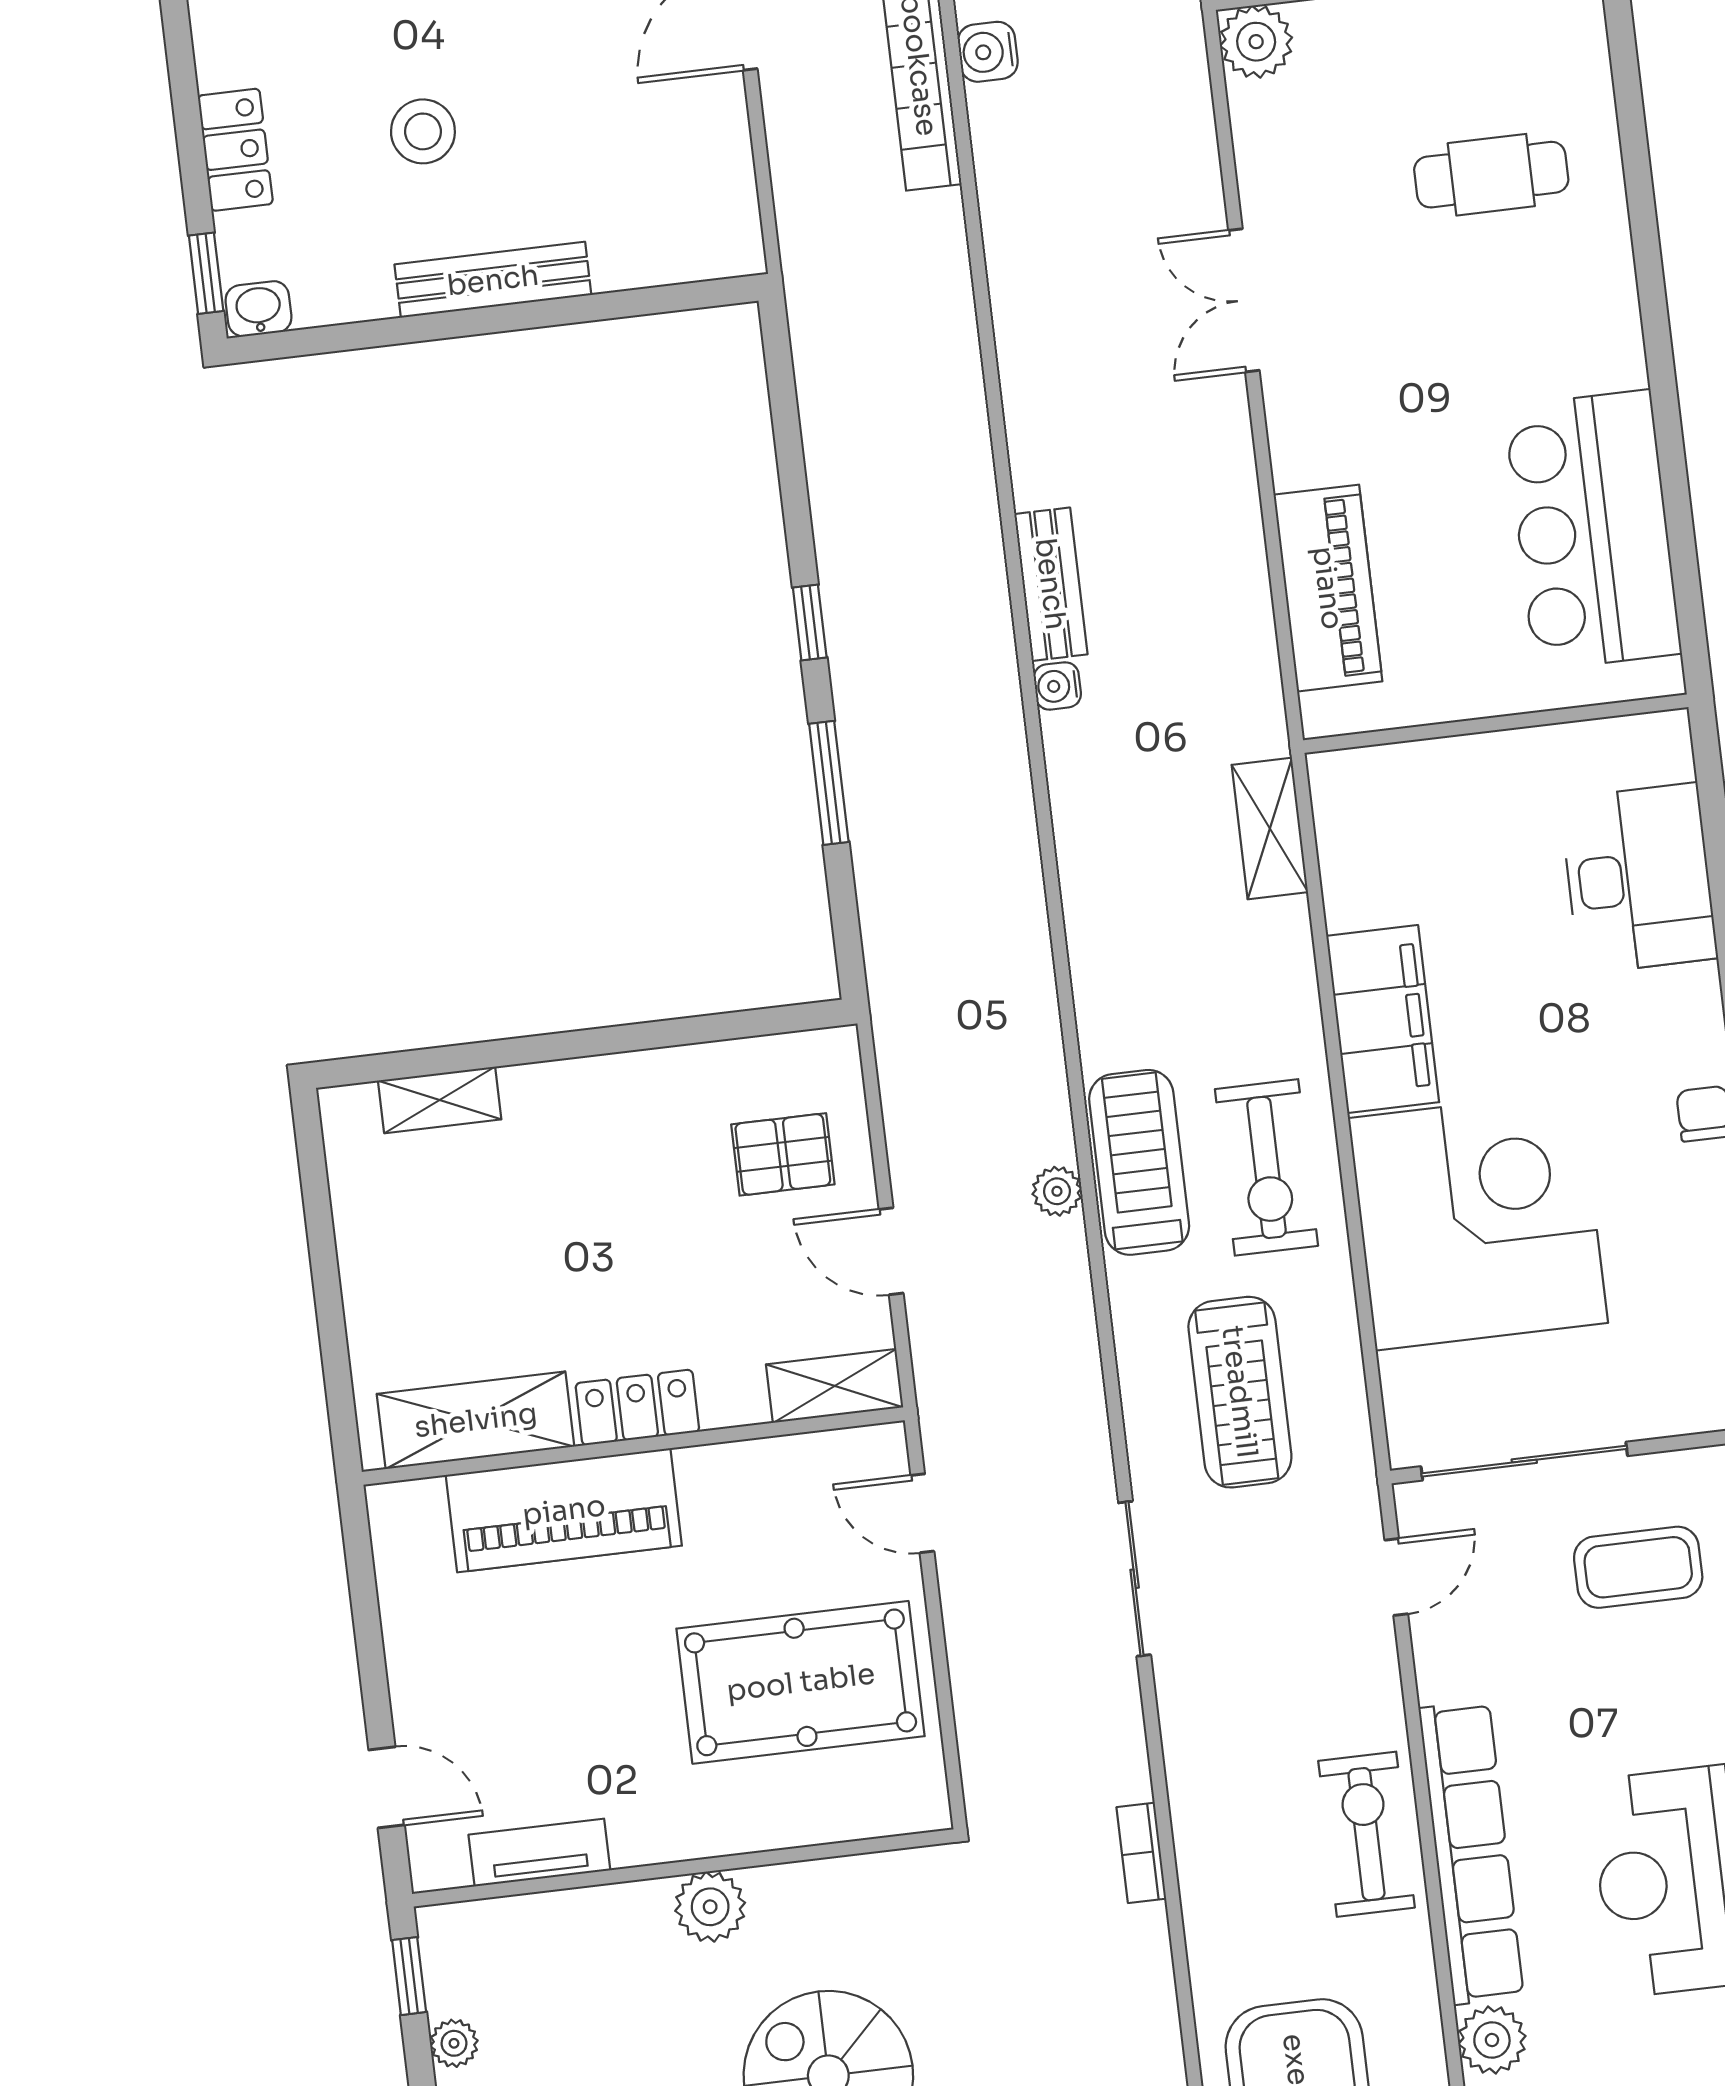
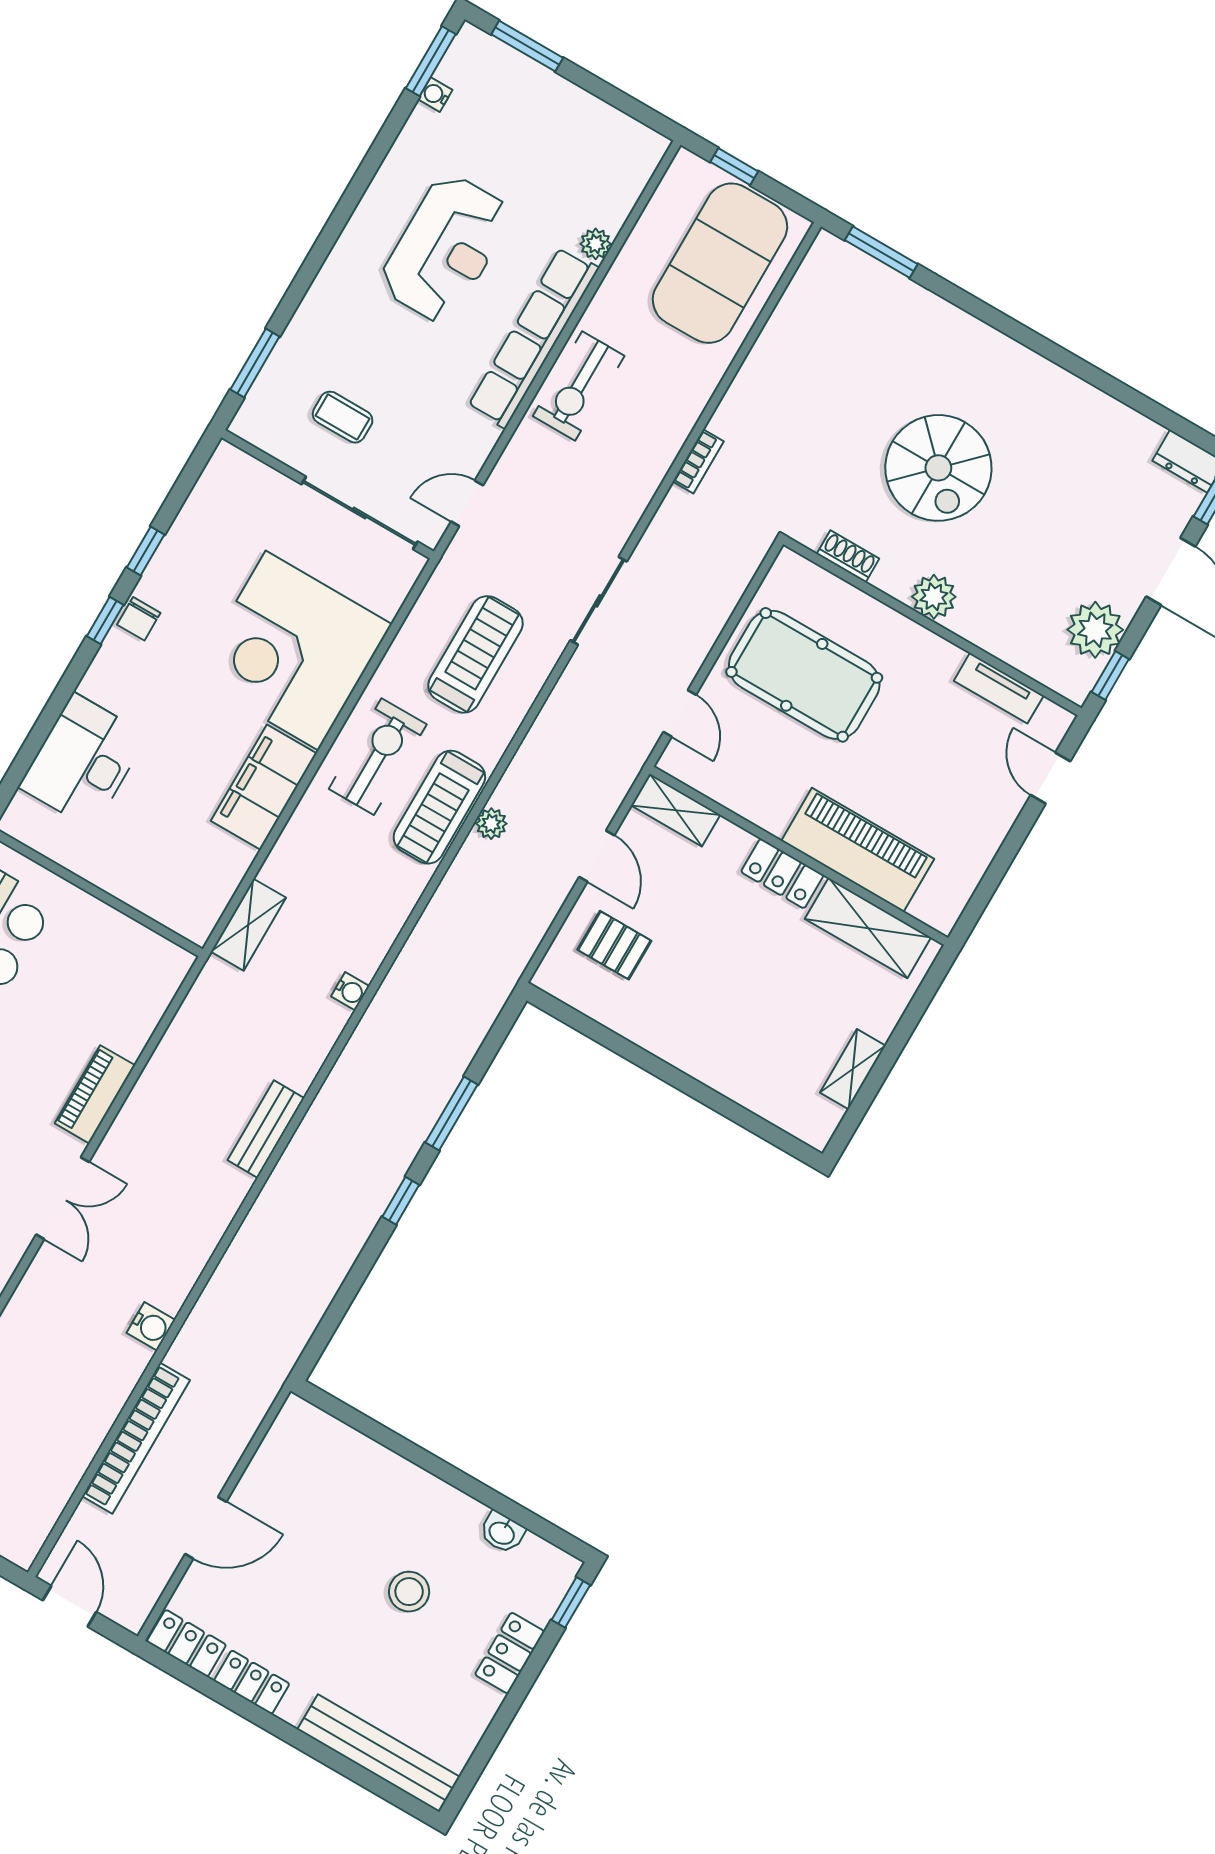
water cooler: (988, 52) -> (151, 1326), moved
bench: (493, 280) -> (430, 1491), removed
washbasin: (259, 309) -> (502, 1532), moved
piano: (1328, 588) -> (95, 1094), moved, width x0.73, depth x0.75
water cooler: (1057, 686) -> (350, 991), moved
shelving: (440, 1100) -> (853, 1069), moved, turned 90
coffee table: (1638, 1567) -> (343, 417), width x0.73, depth x0.77
shoe rack: (859, 1876) -> (848, 556), added
plant: (1492, 2040) -> (596, 244), width x0.73, depth x0.73
plant: (454, 2043) -> (1095, 630), width x1.88, depth x1.88

